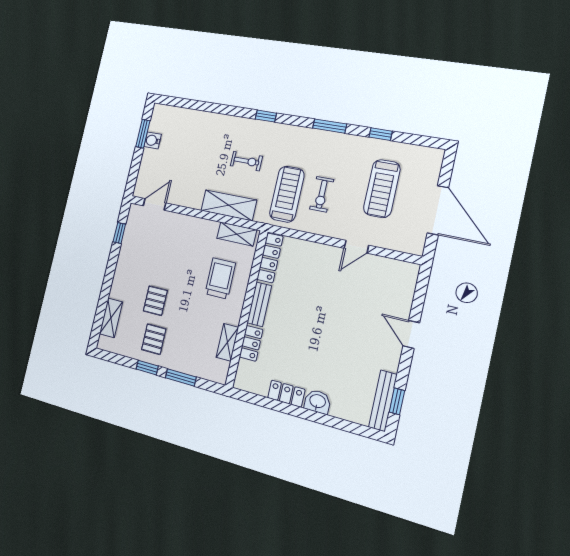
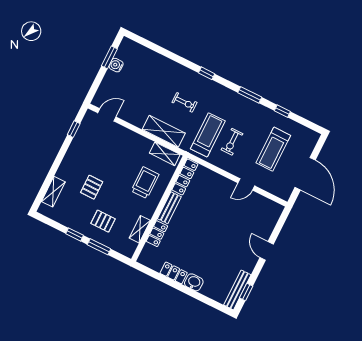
pallet: (154, 339) -> (103, 221), moved, turned 90

